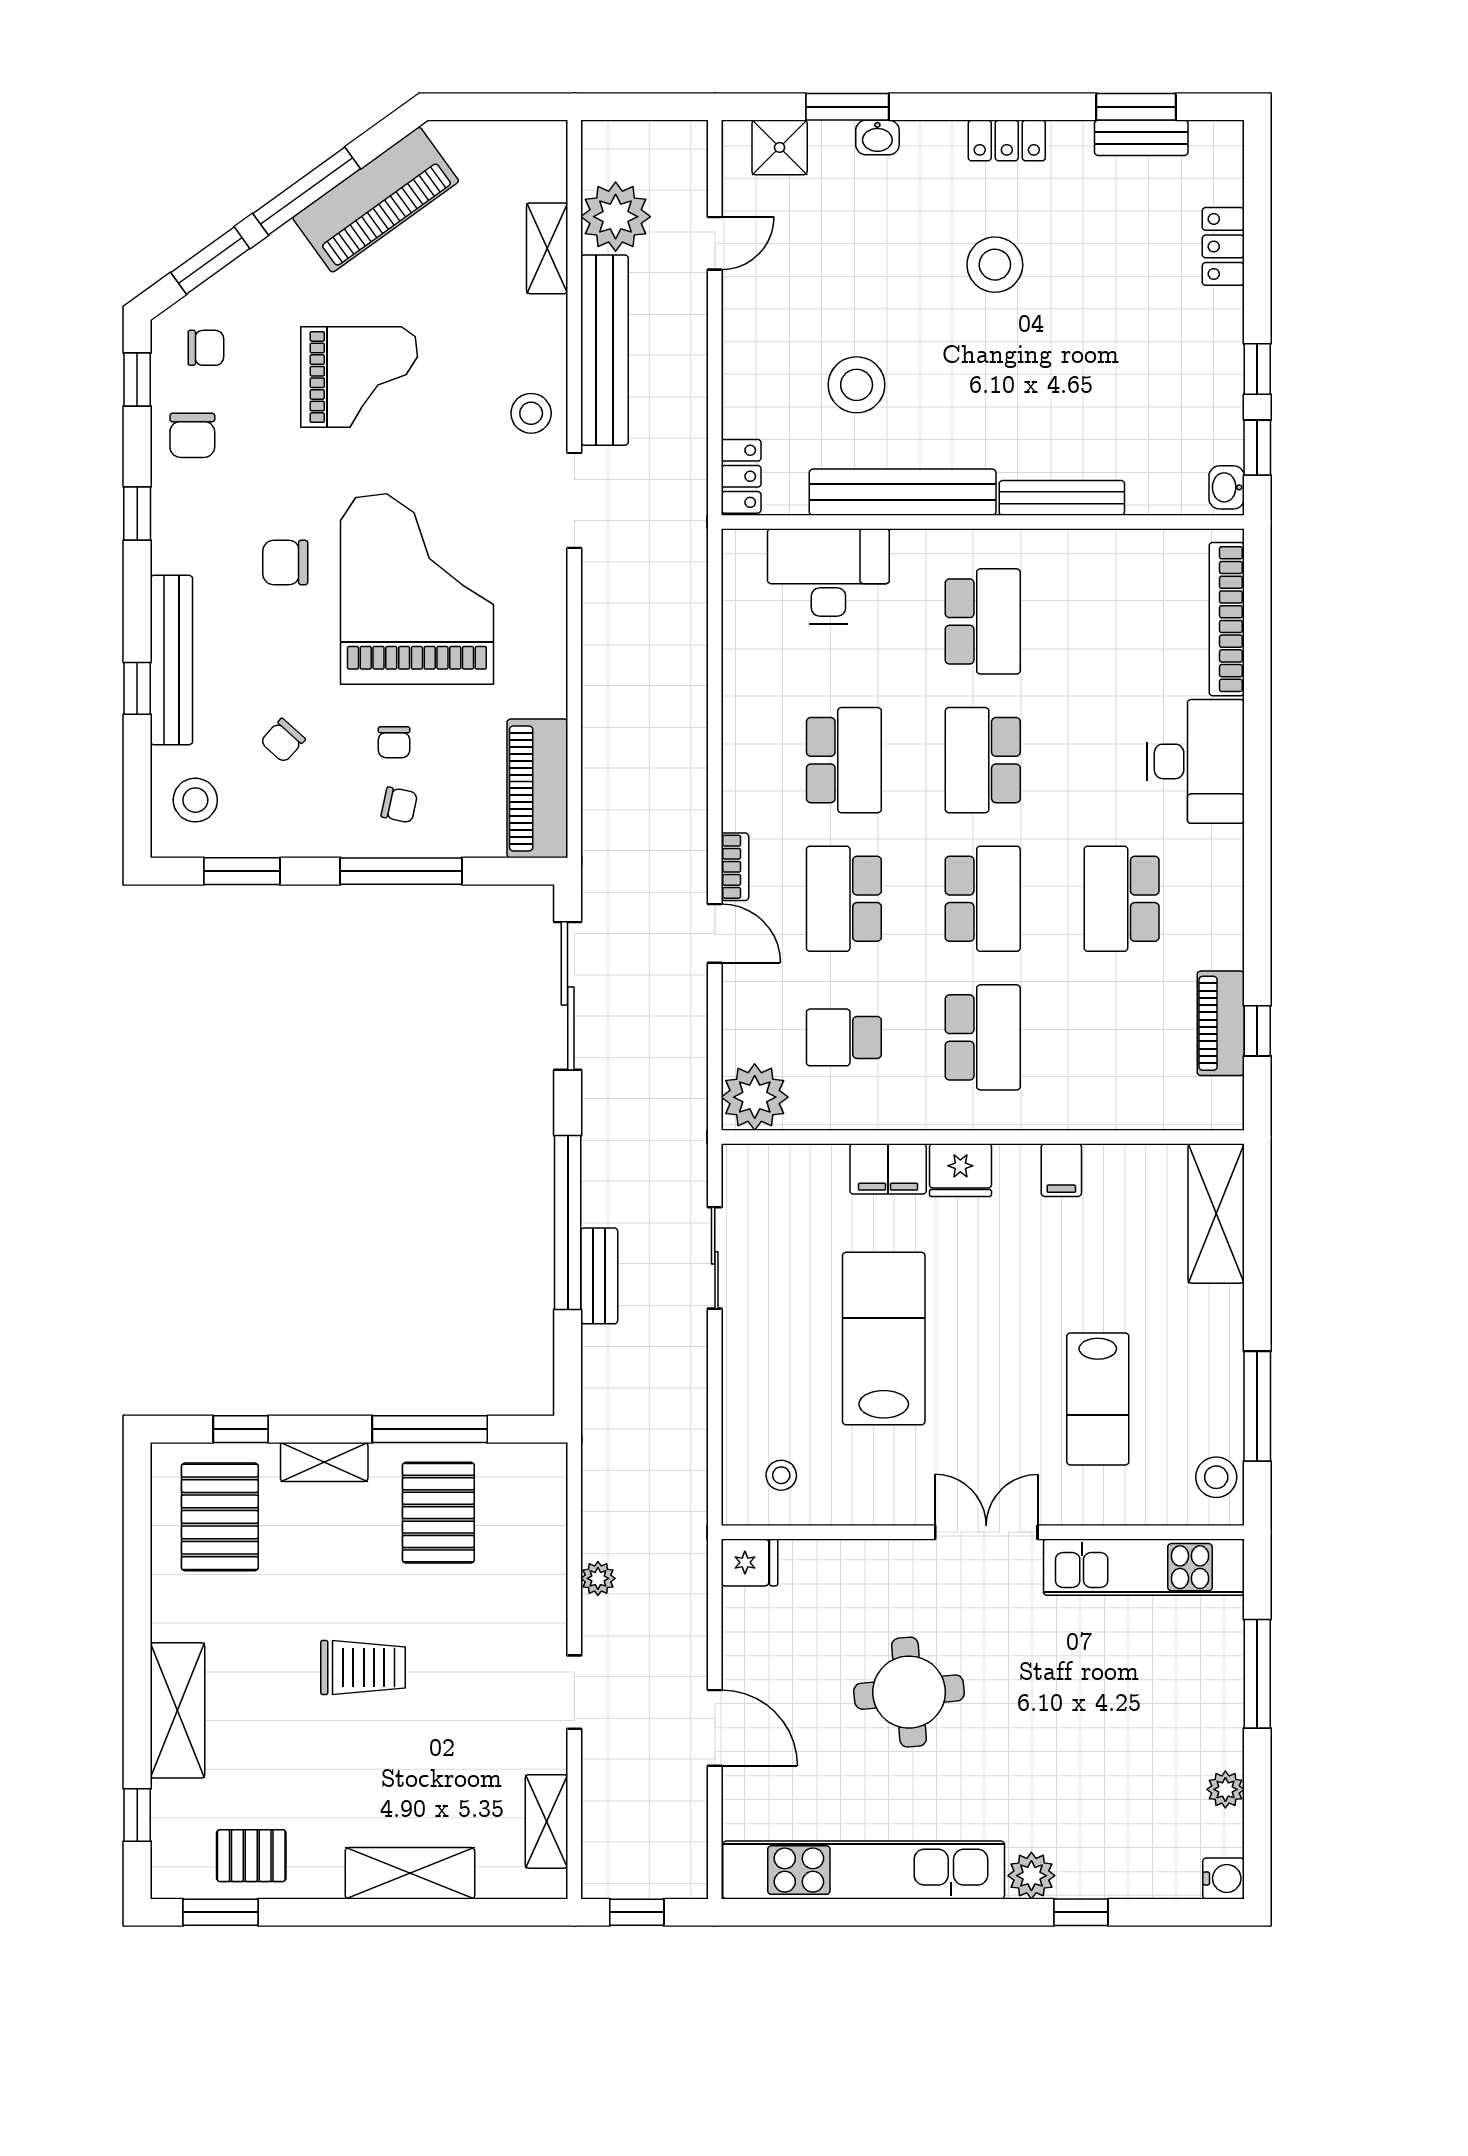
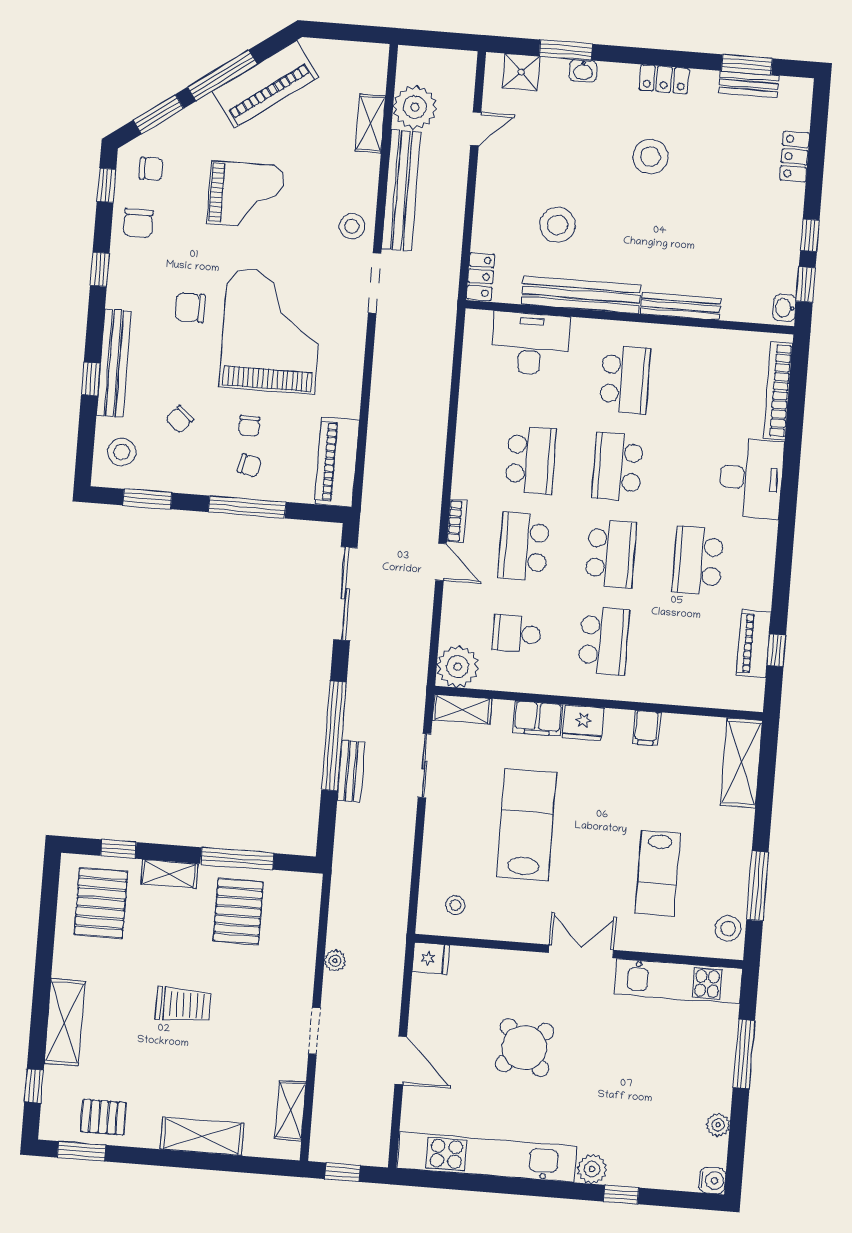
shelving: (767, 1164) -> (462, 709), added
round table: (909, 1692) -> (524, 1048), turned -37

